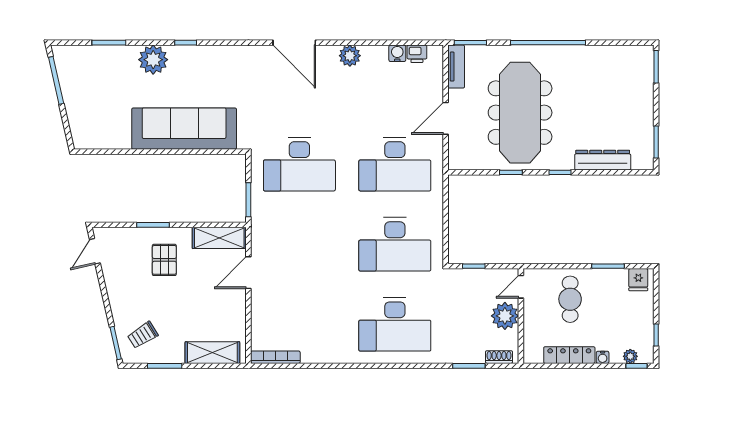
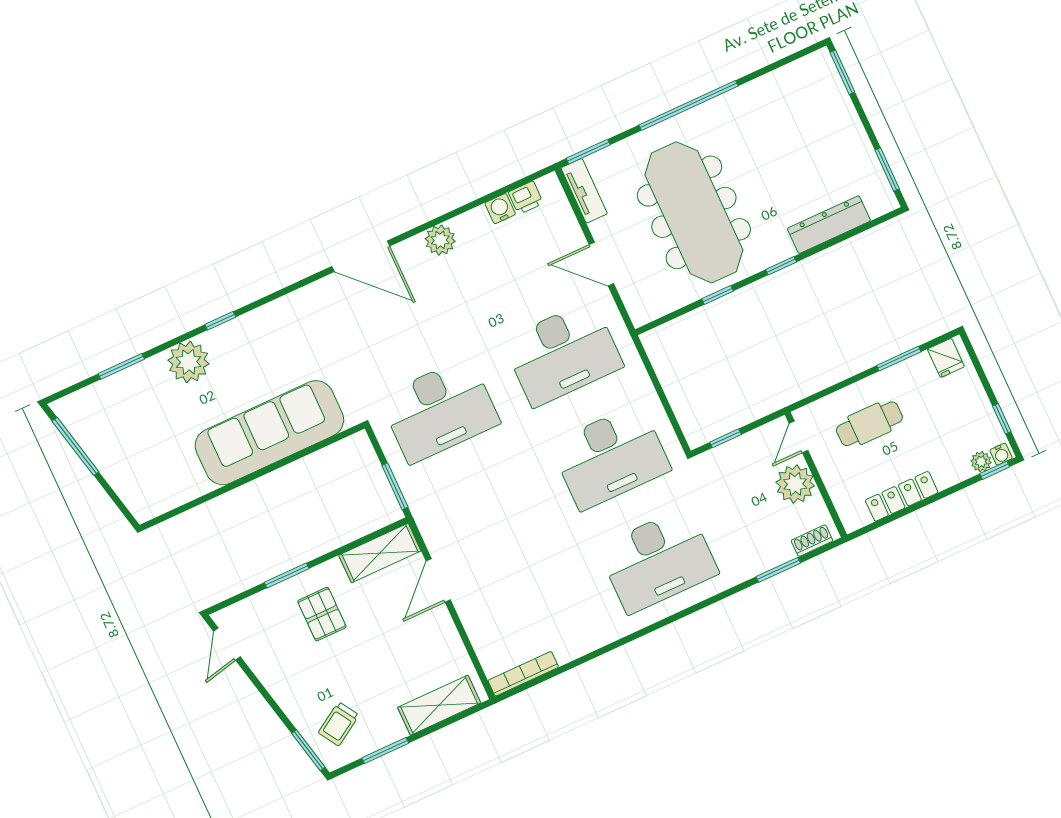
door: (446, 118) -> (601, 264), hinge flipped
cafe table: (570, 299) -> (869, 424), turned 90
water cooler: (603, 357) -> (1001, 454), moved

